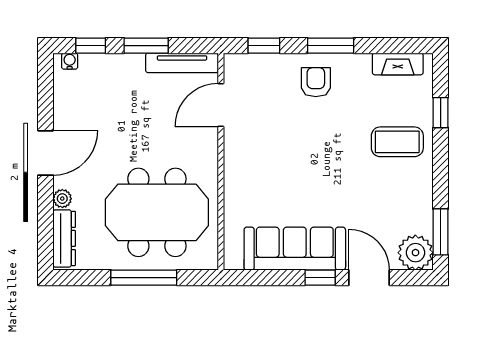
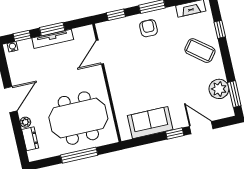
tv unit: (182, 63) -> (53, 39), moved
coffee table: (397, 142) -> (200, 51), turned 38
dresser: (64, 238) -> (30, 139), width x0.70
sofa: (295, 249) -> (150, 123), width x0.73
plant: (415, 253) -> (219, 89), moved

